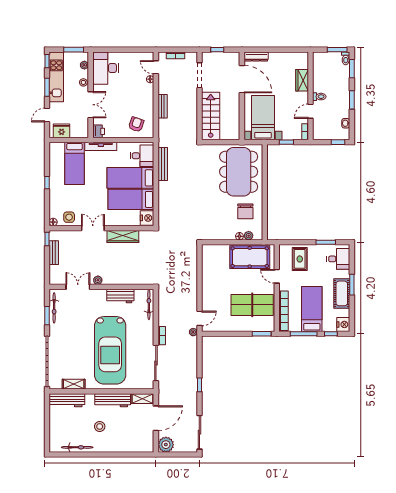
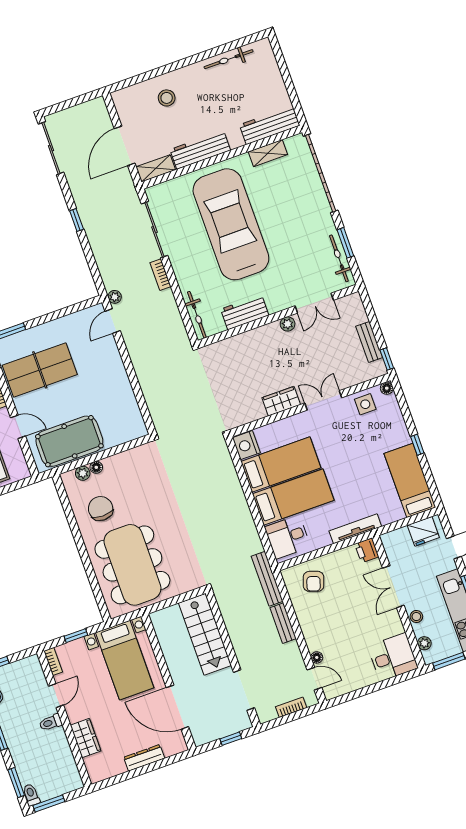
dresser: (256, 56) -> (144, 758), moved
desk: (106, 68) -> (393, 657), width x0.73
bed: (75, 163) -> (410, 480), moved
bench: (163, 164) -> (267, 579), moved
double door: (93, 228) -> (323, 400), swing flipped
wardrobe: (123, 236) -> (281, 401), width x0.67
stool: (100, 426) -> (167, 98), moved
plant: (166, 445) -> (95, 111), removed

